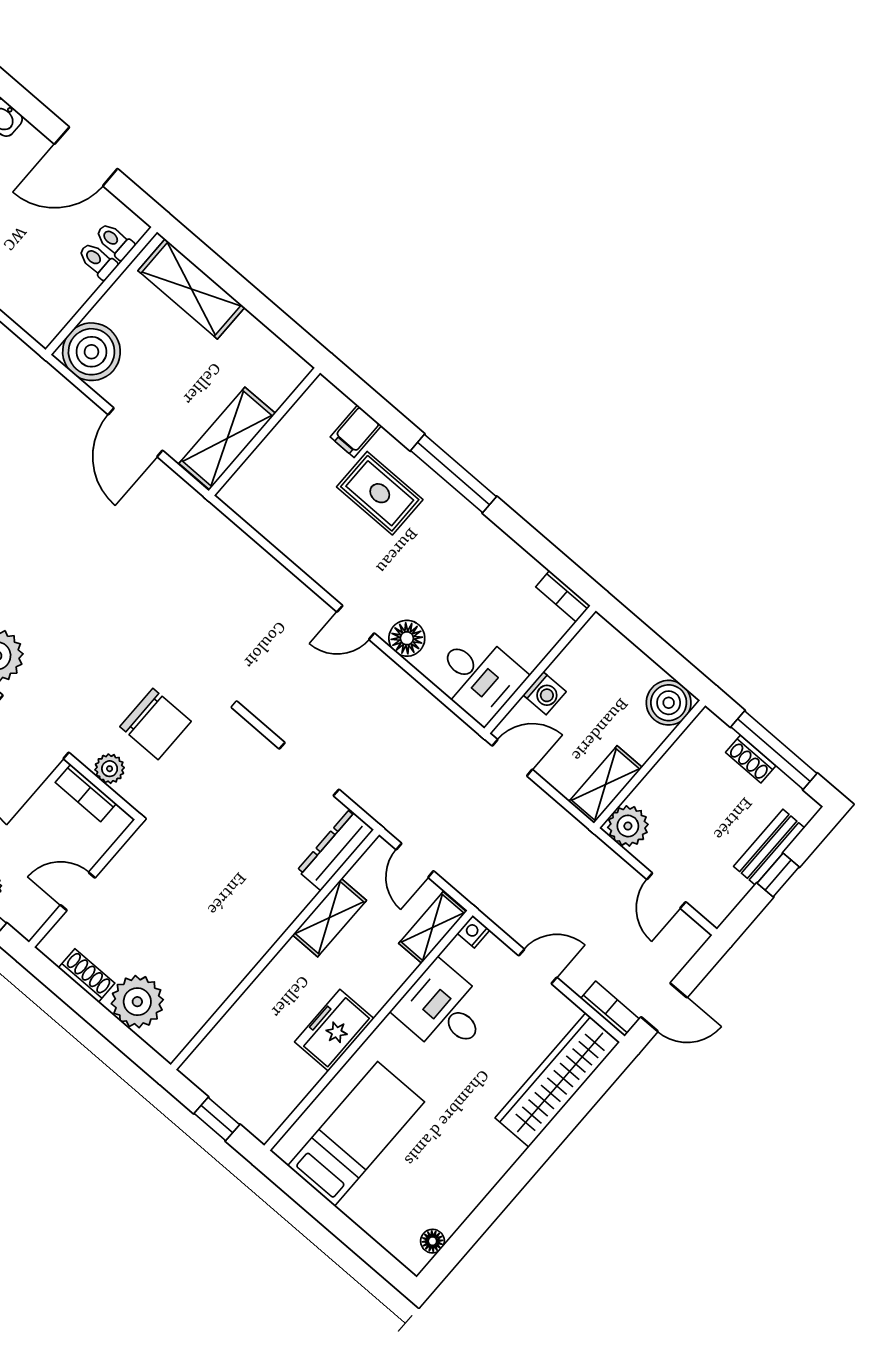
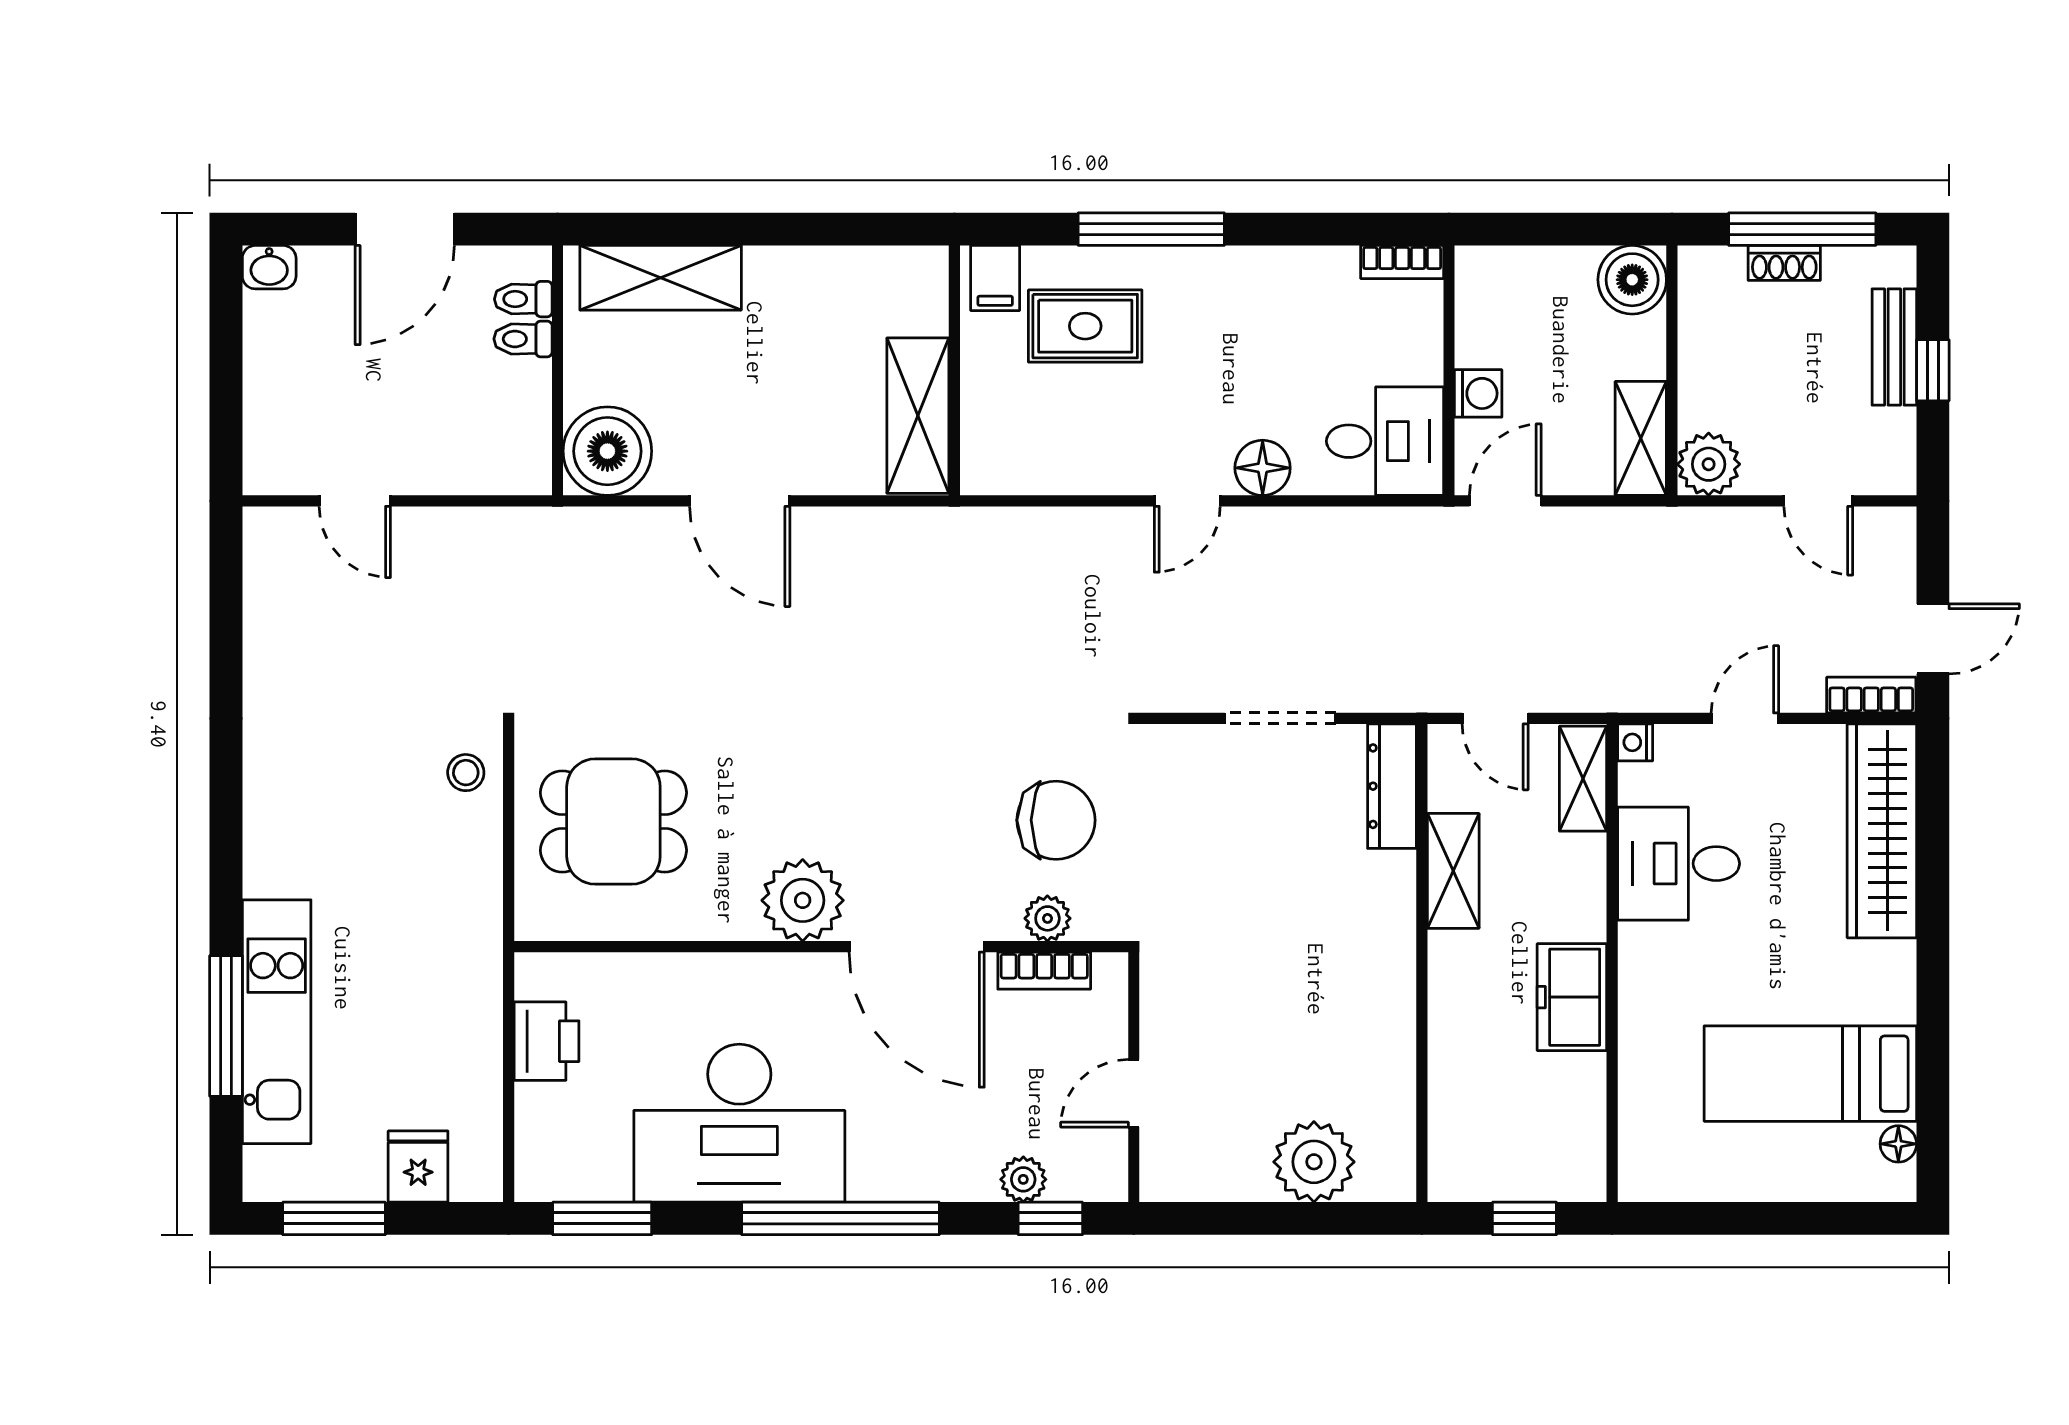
wall: (264, 432) -> (954, 370), moved
shelving: (227, 438) -> (918, 416), moved
shoe rack: (87, 976) -> (1229, 1182), removed
bed: (356, 1134) -> (1810, 1074), moved, turned -90

